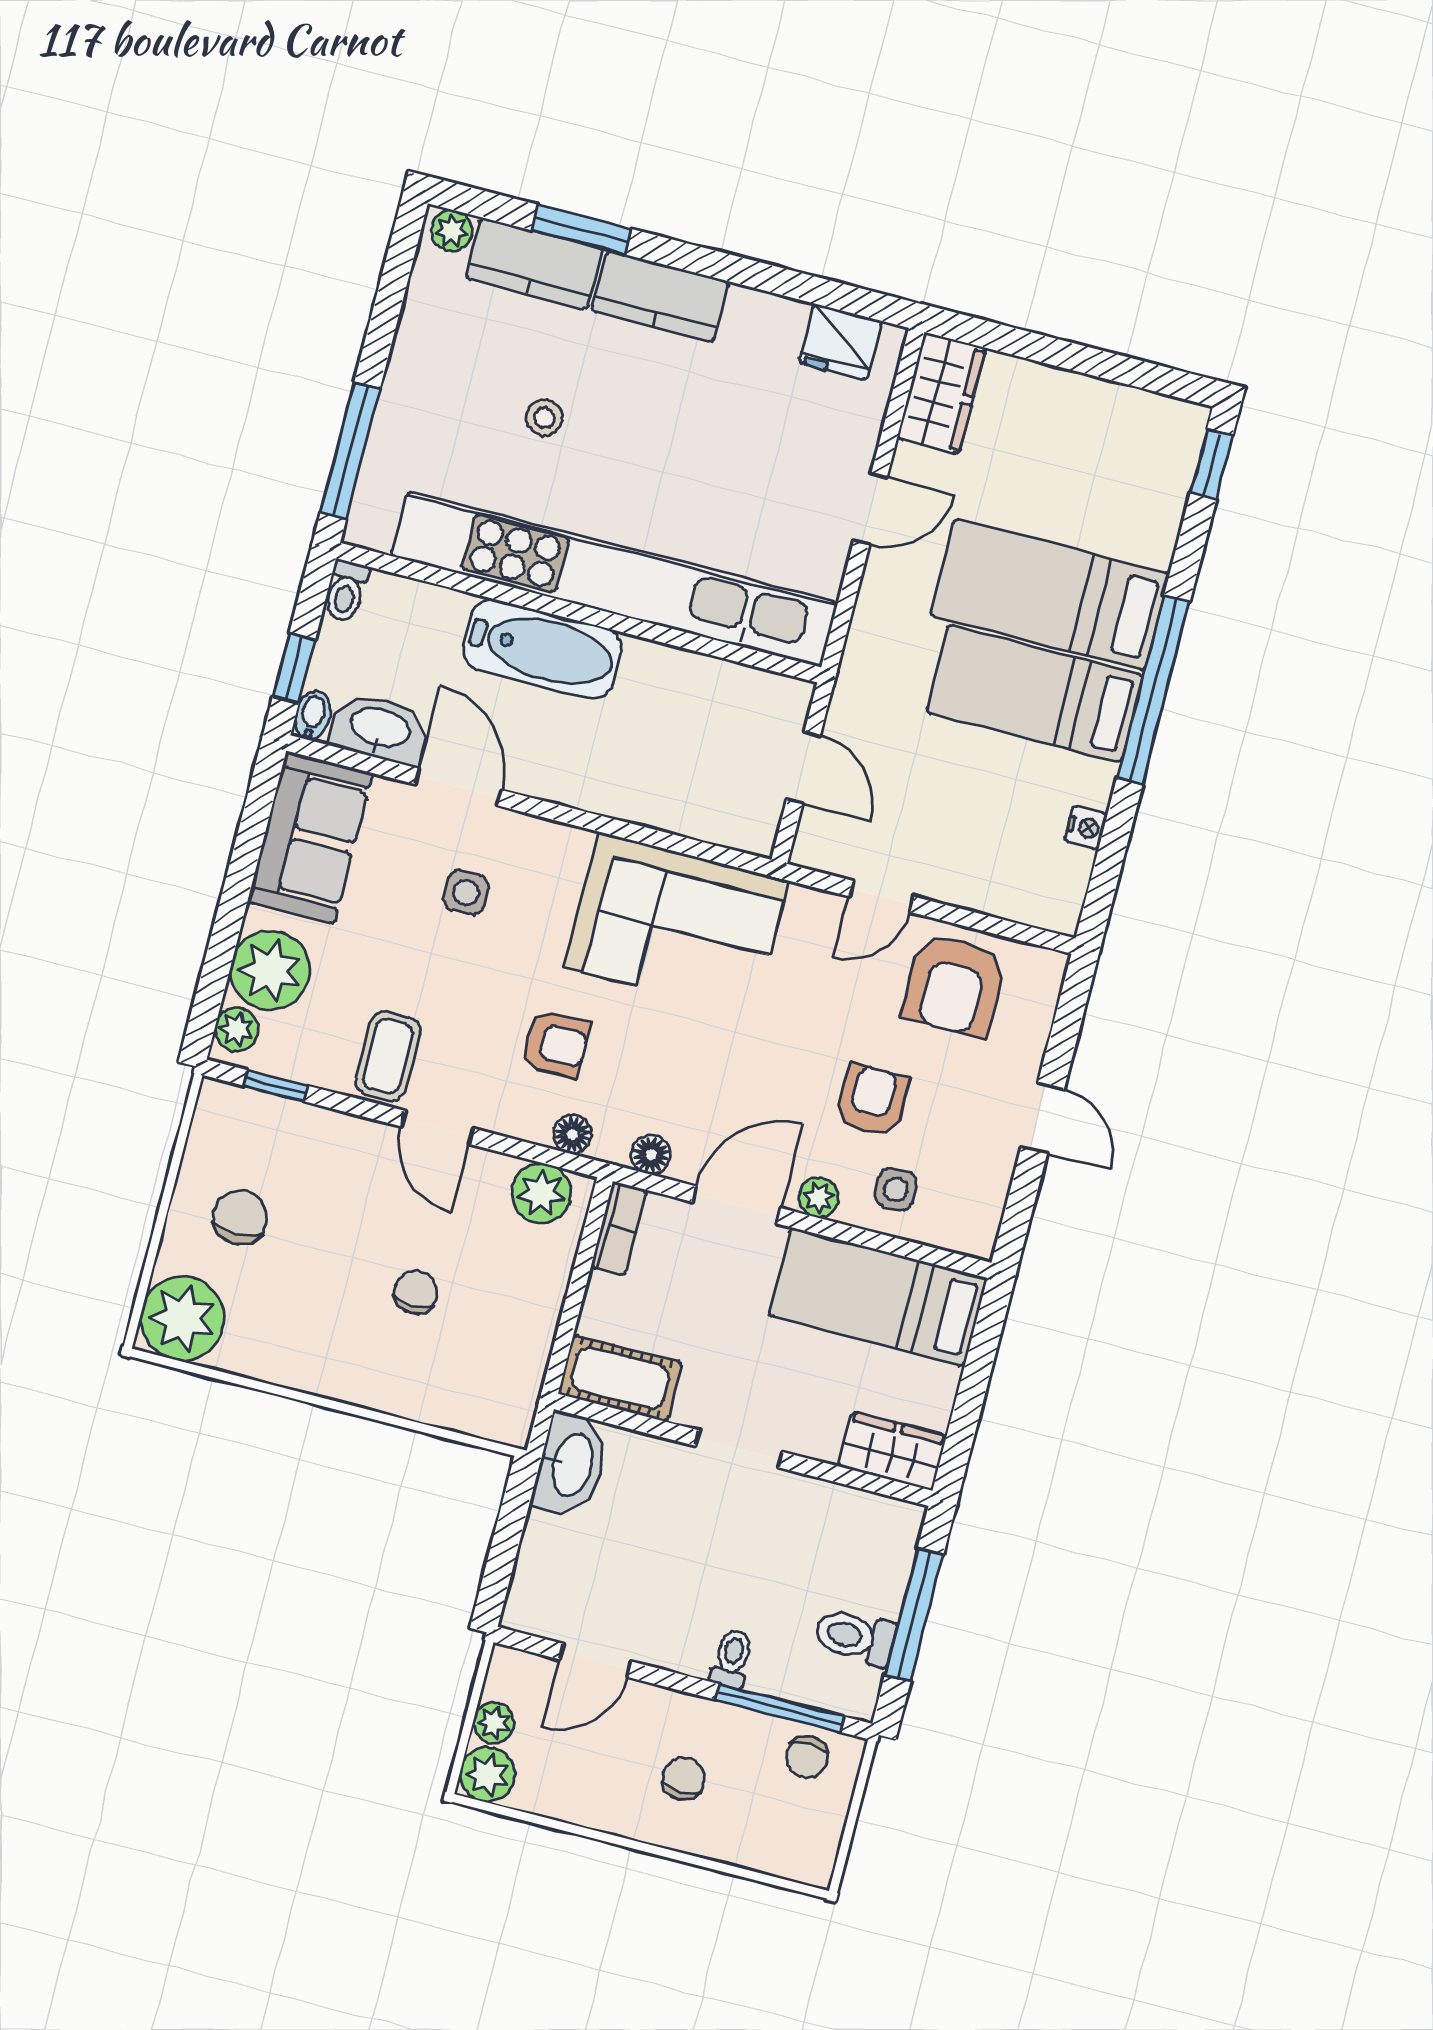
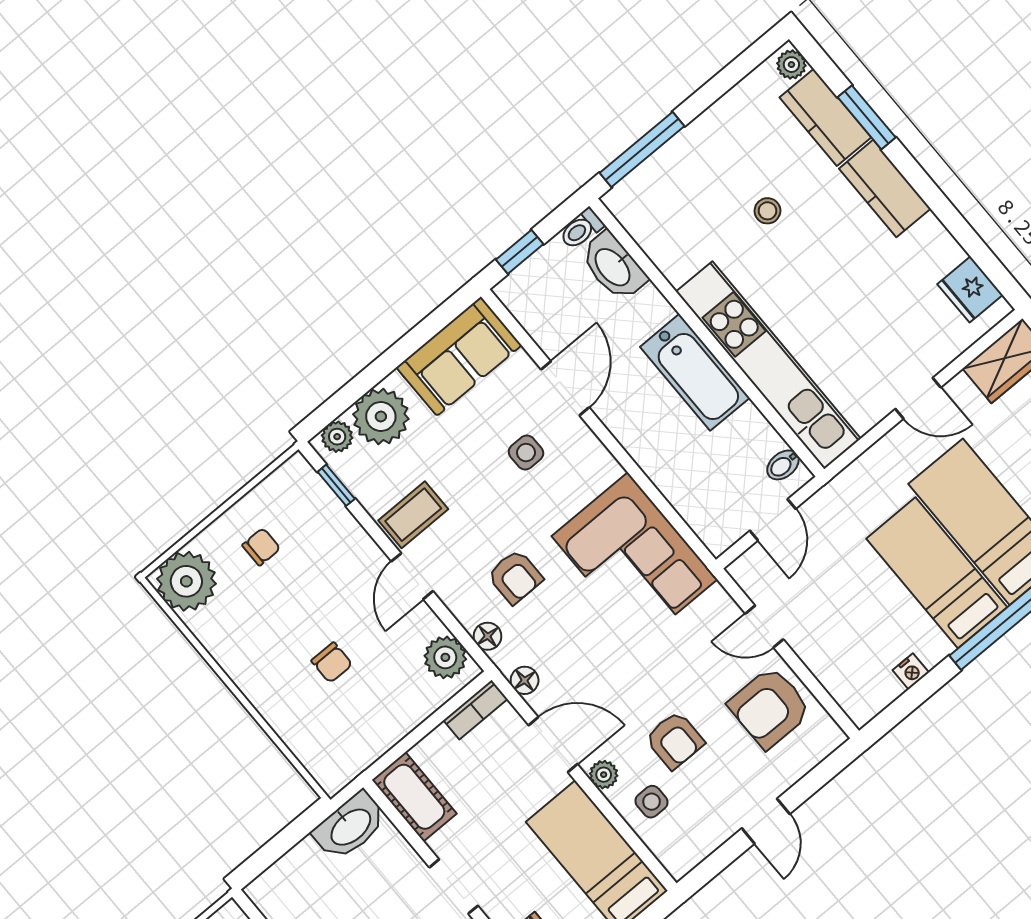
kitchen unit: (614, 579) -> (768, 365), width x0.73
bathtub: (542, 649) -> (695, 372), moved
bidet: (313, 716) -> (783, 465), moved, turned 180
washbasin: (380, 729) -> (613, 266), moved, turned 180
armchair: (872, 1100) -> (675, 740), turned 90
chair: (240, 1218) -> (261, 547), width x0.73, depth x0.73
chair: (416, 1292) -> (332, 663), turned 90

